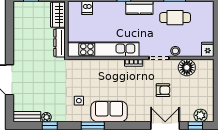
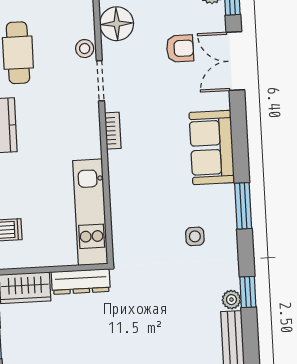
kitchen unit: (103, 49) -> (90, 212), width x0.73
armchair: (163, 90) -> (180, 48), moved, turned 90
sofa: (109, 111) -> (212, 147), moved

